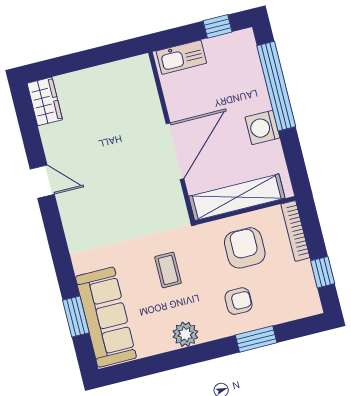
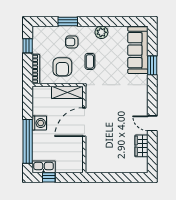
kitchen sink: (181, 57) -> (44, 167), moved
wardrobe: (45, 101) -> (141, 146), moved
shelving: (237, 197) -> (67, 92), width x0.68
coffee table: (168, 270) -> (90, 61), moved
window: (76, 316) -> (152, 65), moved

